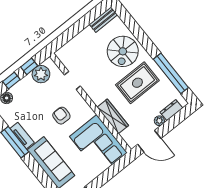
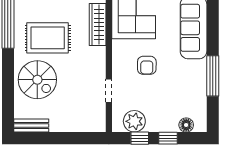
spiral stairs: (123, 51) -> (37, 80), turned 90
tv unit: (22, 136) -> (201, 77), removed

